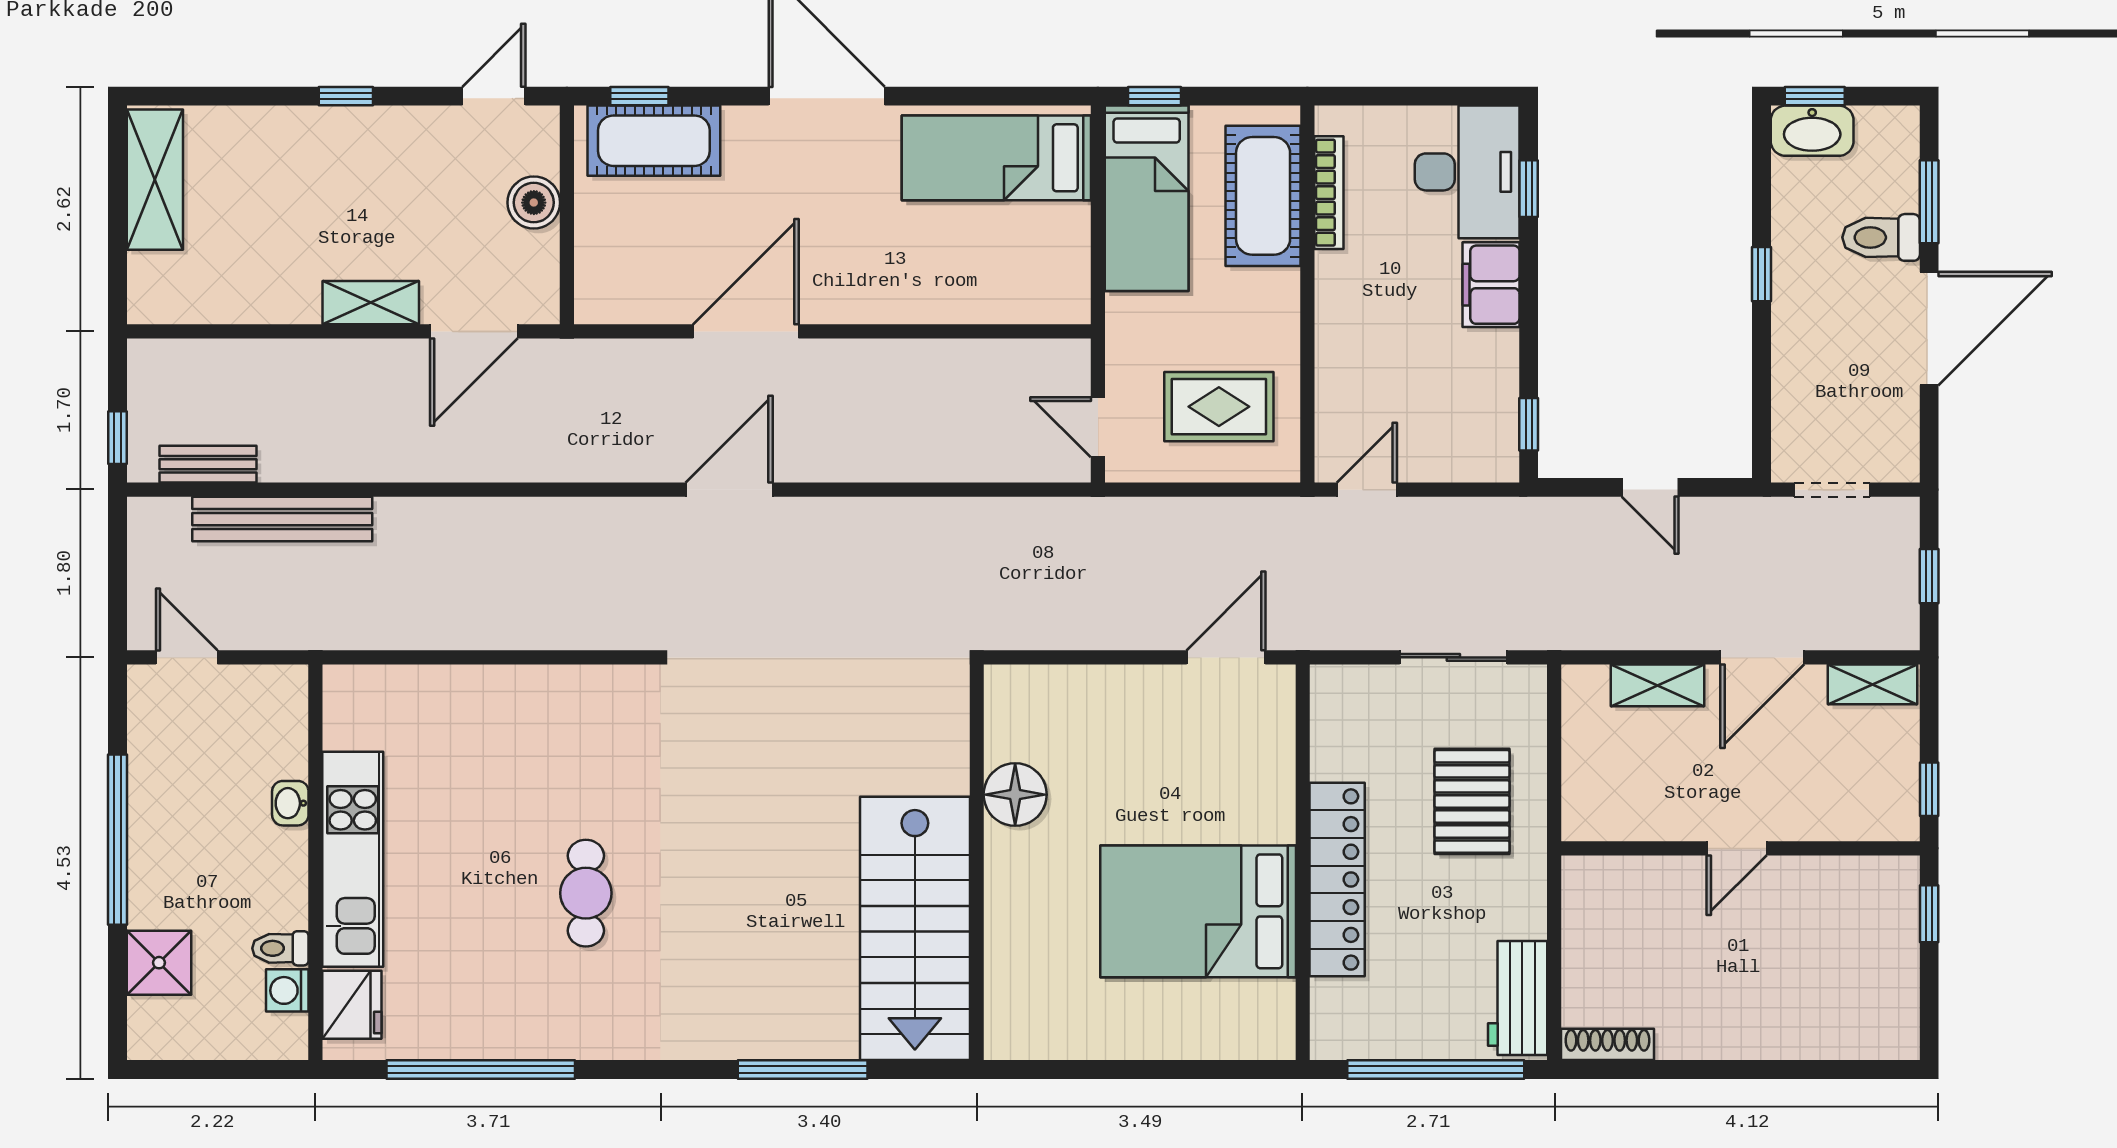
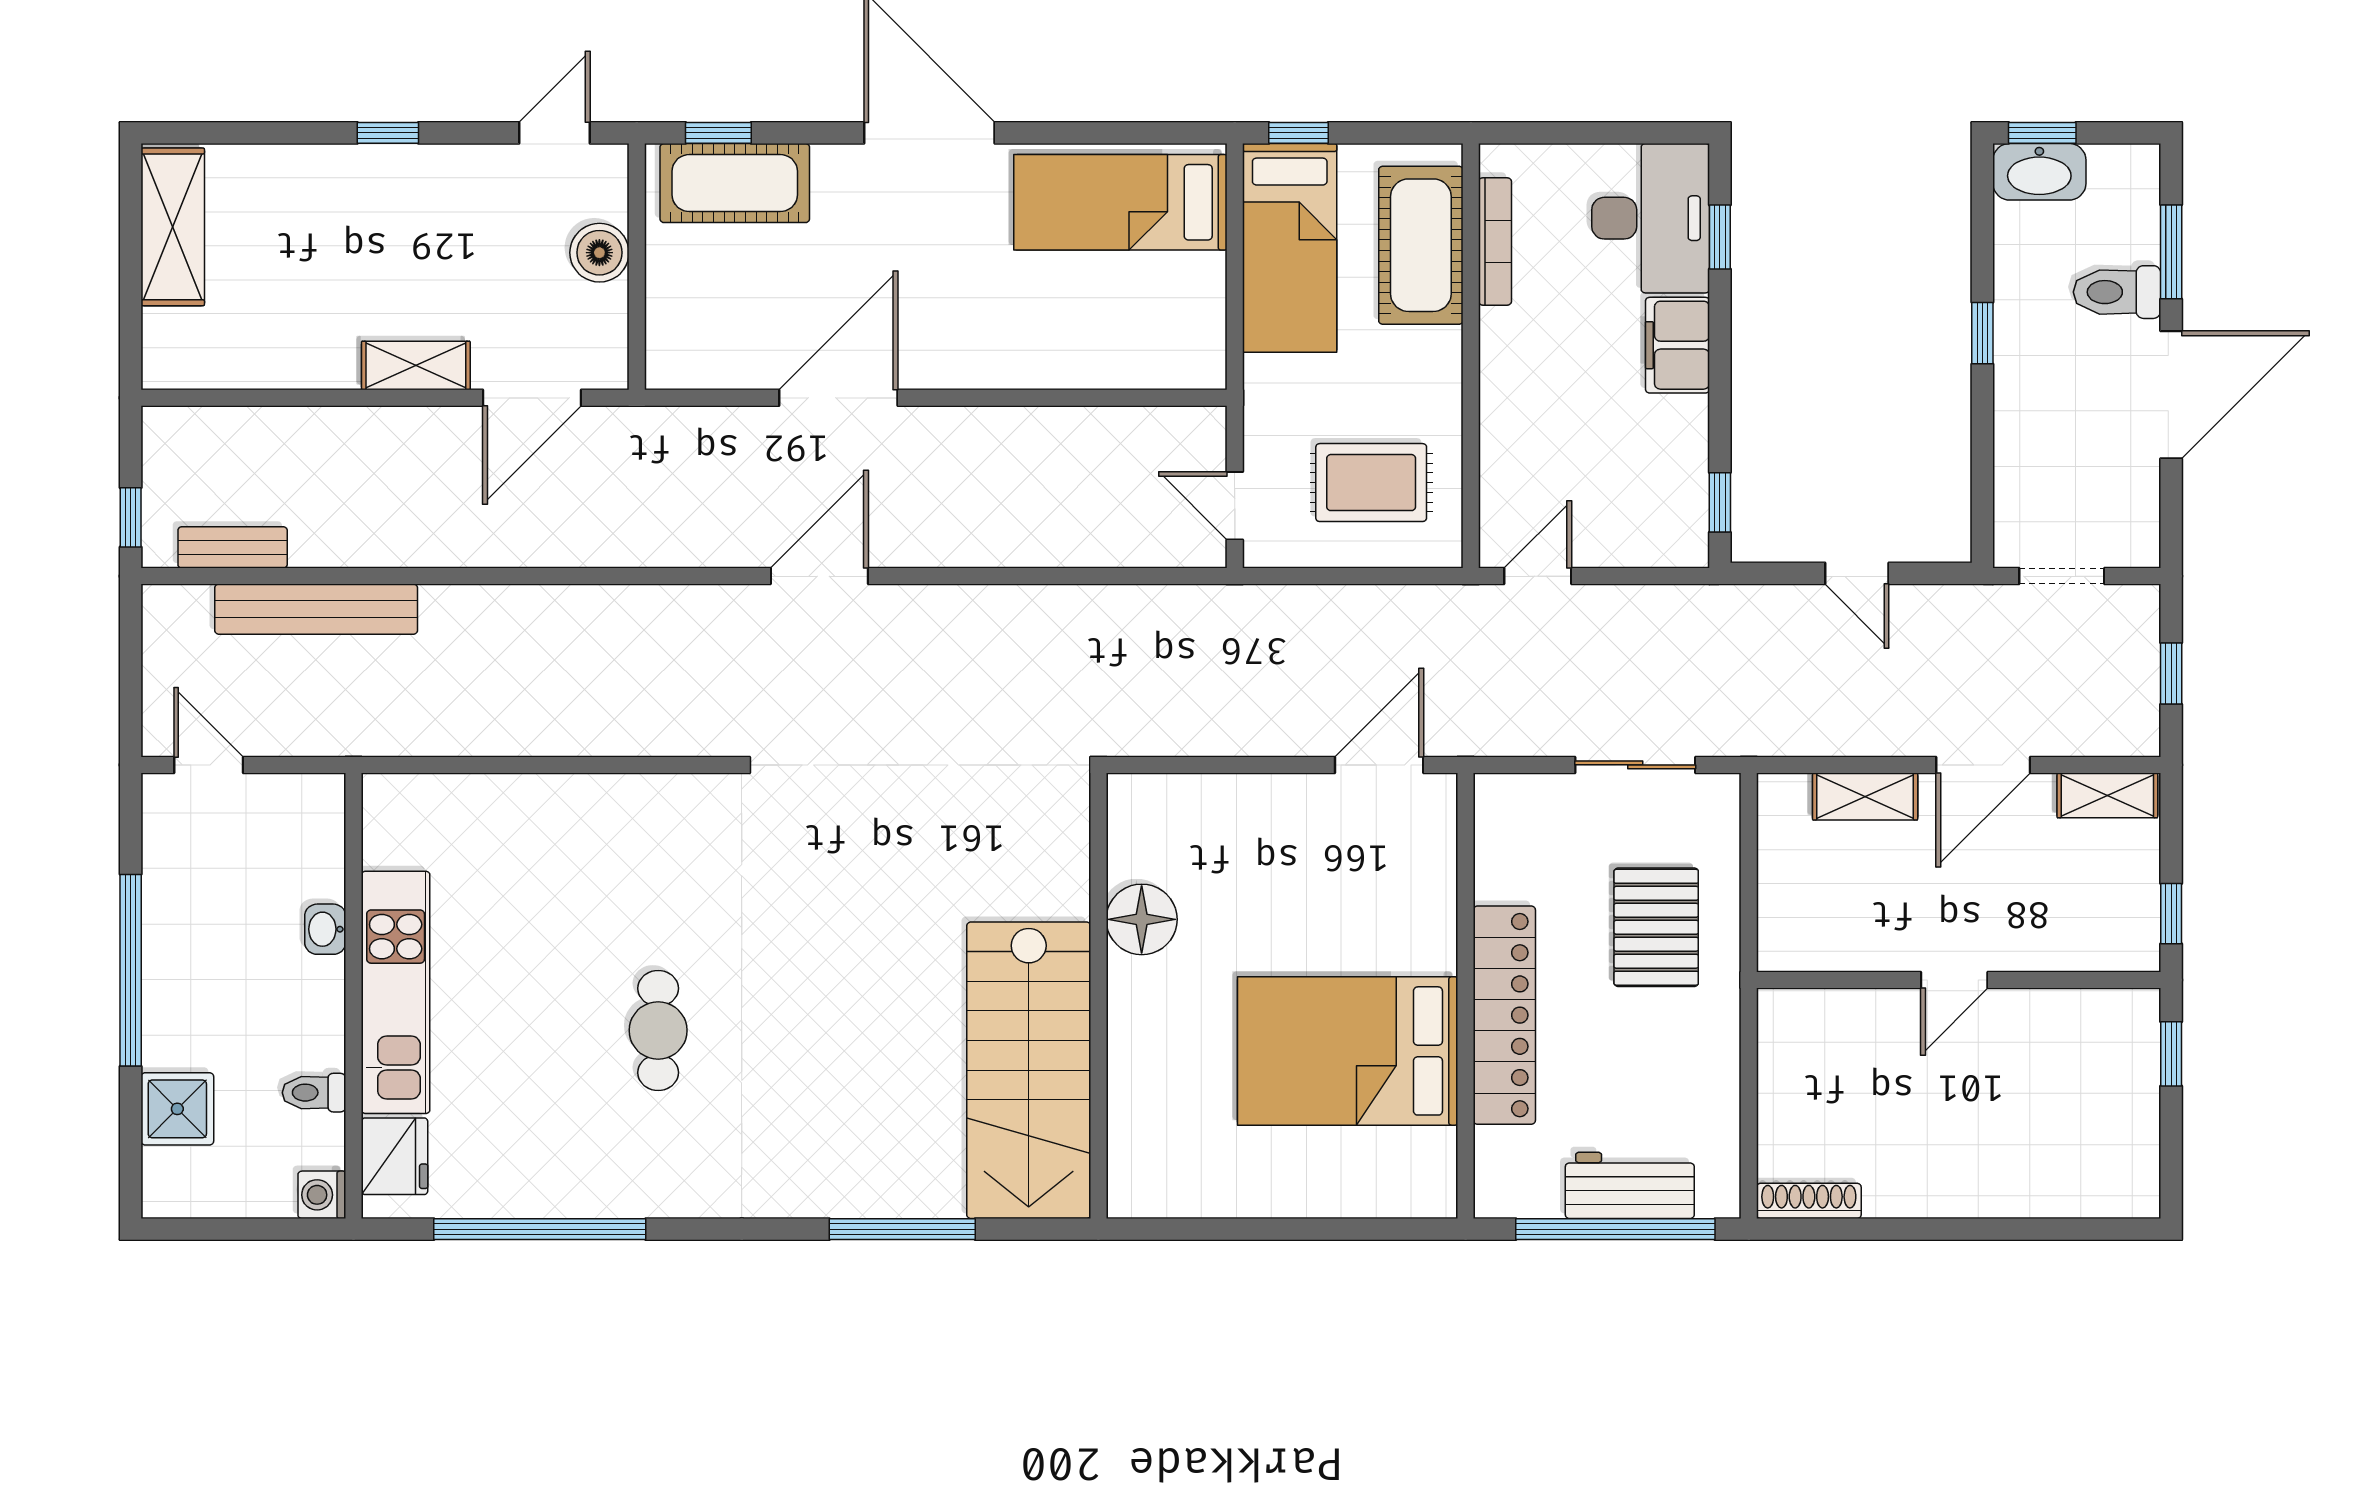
washing machine: (287, 990) -> (322, 1195), moved
workbench: (1518, 998) -> (1630, 1185), moved, turned 90

